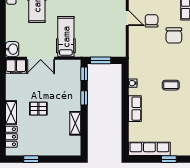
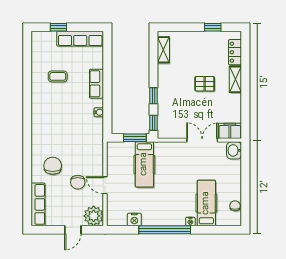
hospital bed: (66, 37) -> (144, 164), moved
coffee table: (171, 85) -> (58, 76), moved
shelving: (75, 123) -> (163, 50), moved

